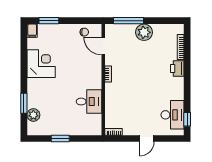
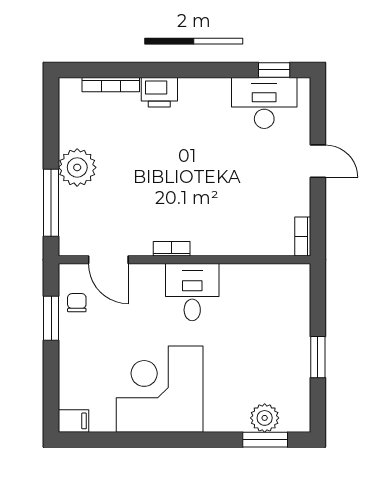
window: (49, 21) -> (51, 318), moved
door: (103, 46) -> (108, 260), hinge flipped
corner desk: (41, 64) -> (160, 389), width x1.36, depth x1.36
desk: (89, 102) -> (192, 292), moved
window: (24, 103) -> (265, 440), moved

